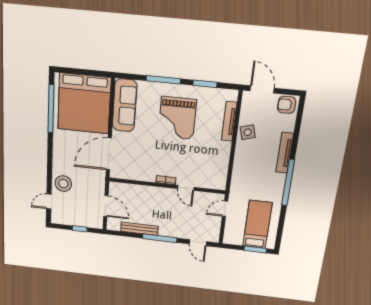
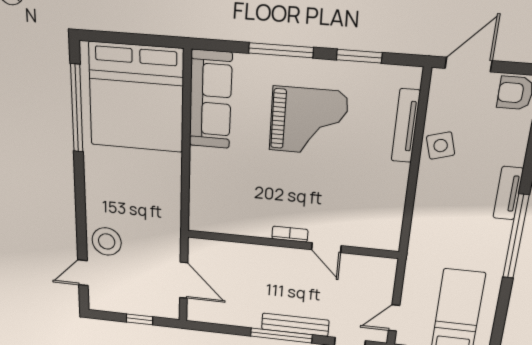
door: (262, 89) -> (468, 64), hinge flipped
grand piano: (177, 118) -> (308, 121), turned -90
tv unit: (285, 153) -> (508, 193), width x0.71
door: (109, 154) -> (185, 188), removed
door: (225, 209) -> (394, 318), moved
bench: (139, 229) -> (295, 325), moved

